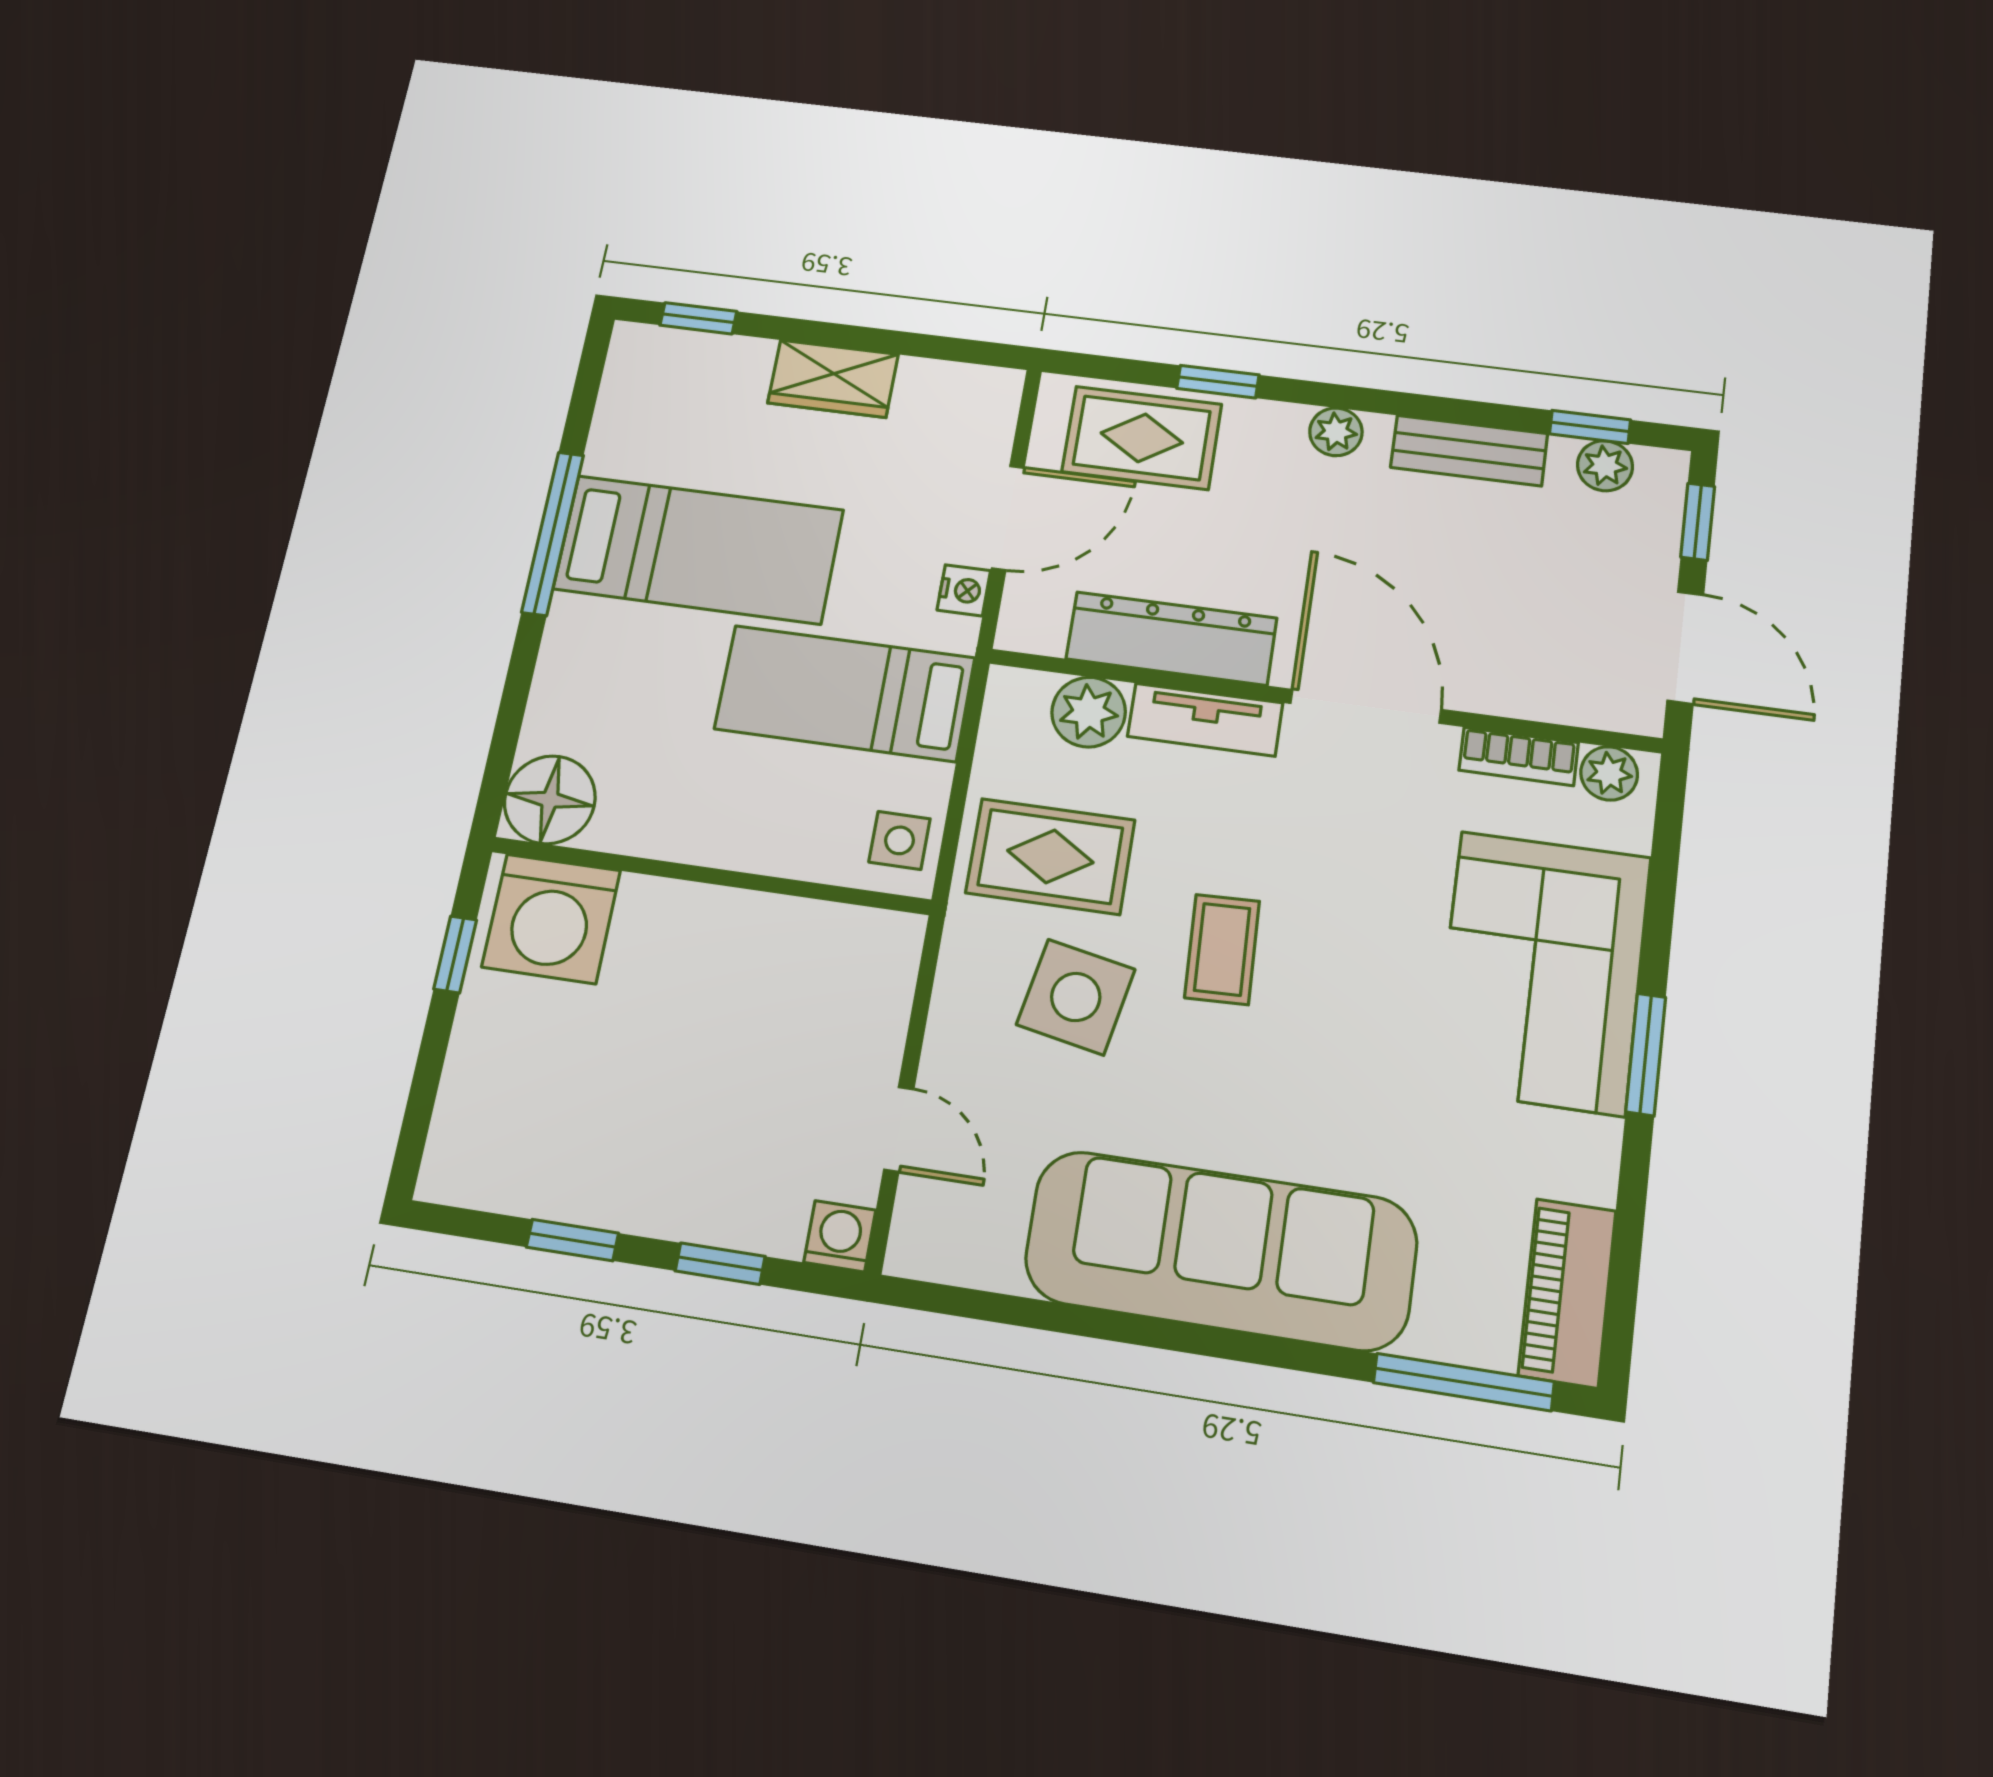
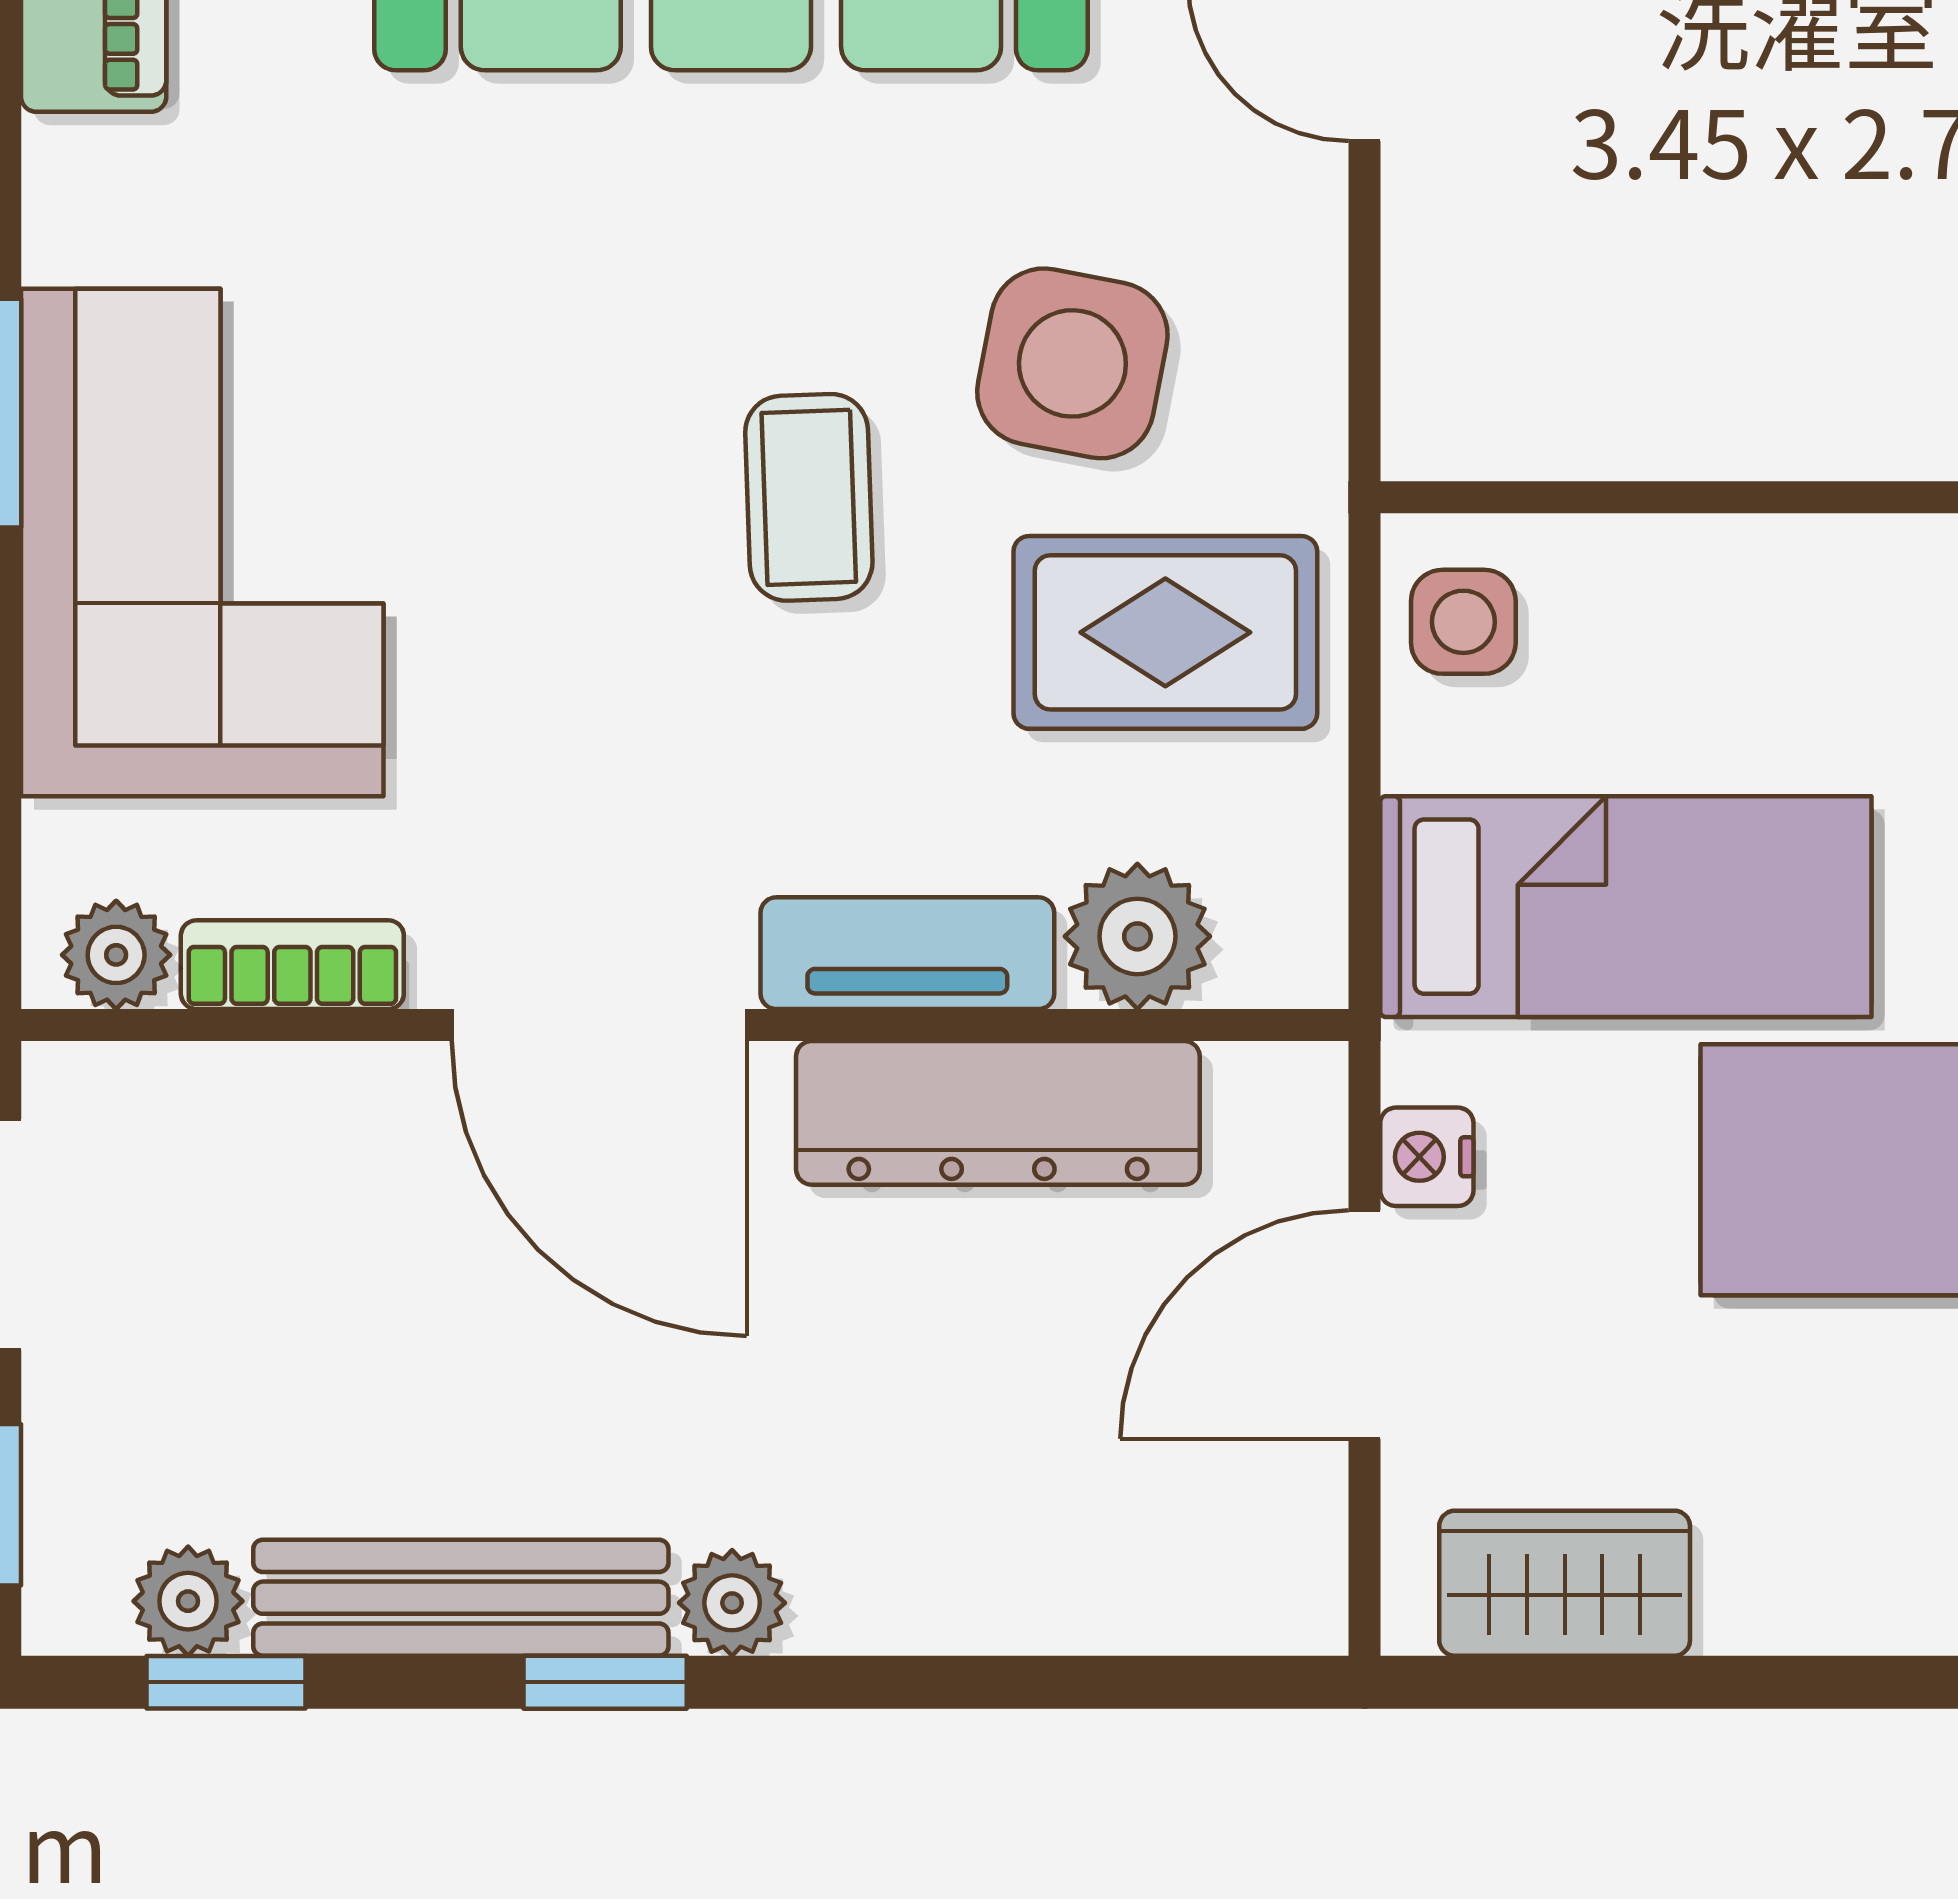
wardrobe: (833, 379) -> (1565, 1583), moved
window: (1218, 382) -> (605, 1682), moved
rug: (1142, 438) -> (1122, 1536), removed
bench: (1469, 451) -> (461, 1598), width x1.36

